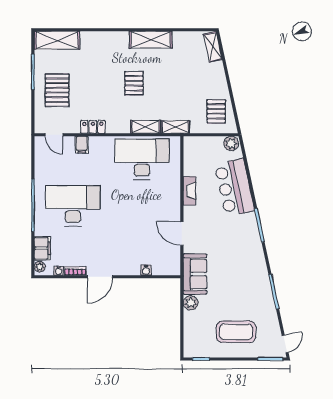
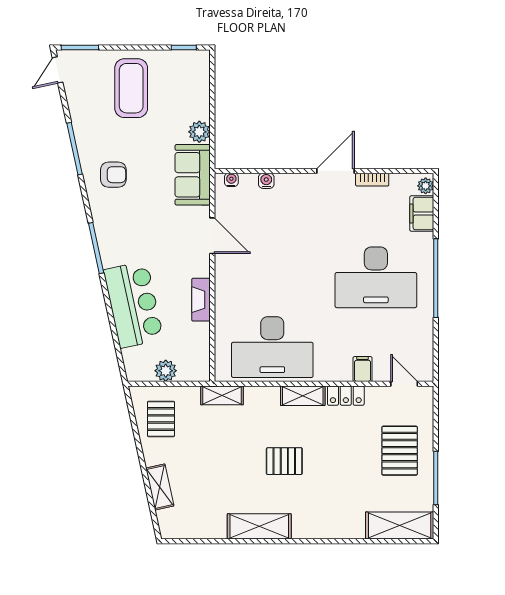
shelving: (213, 47) -> (160, 487), moved
pallet: (134, 83) -> (284, 461), turned 90
shelving: (146, 127) -> (303, 396), moved
plant: (231, 143) -> (166, 371), moved
water cooler: (59, 271) -> (231, 180), moved
armchair: (248, 274) -> (113, 175), added
coffee table: (236, 332) -> (131, 88), turned 90

